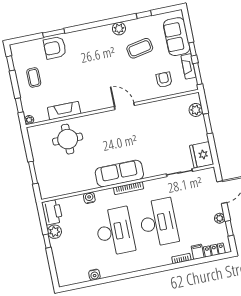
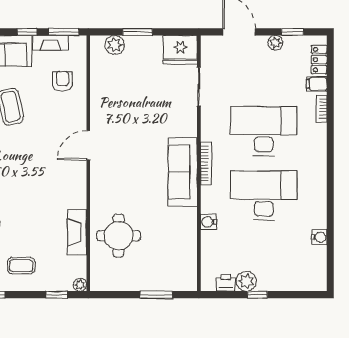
armchair: (164, 80) -> (62, 81), turned 90
printer: (52, 212) -> (226, 283), width x0.53, depth x0.68

